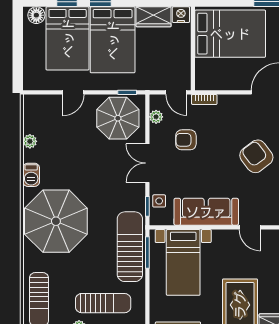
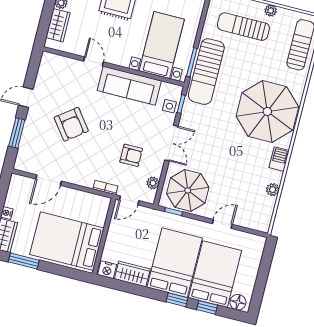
door: (176, 92) -> (129, 200), swing flipped

